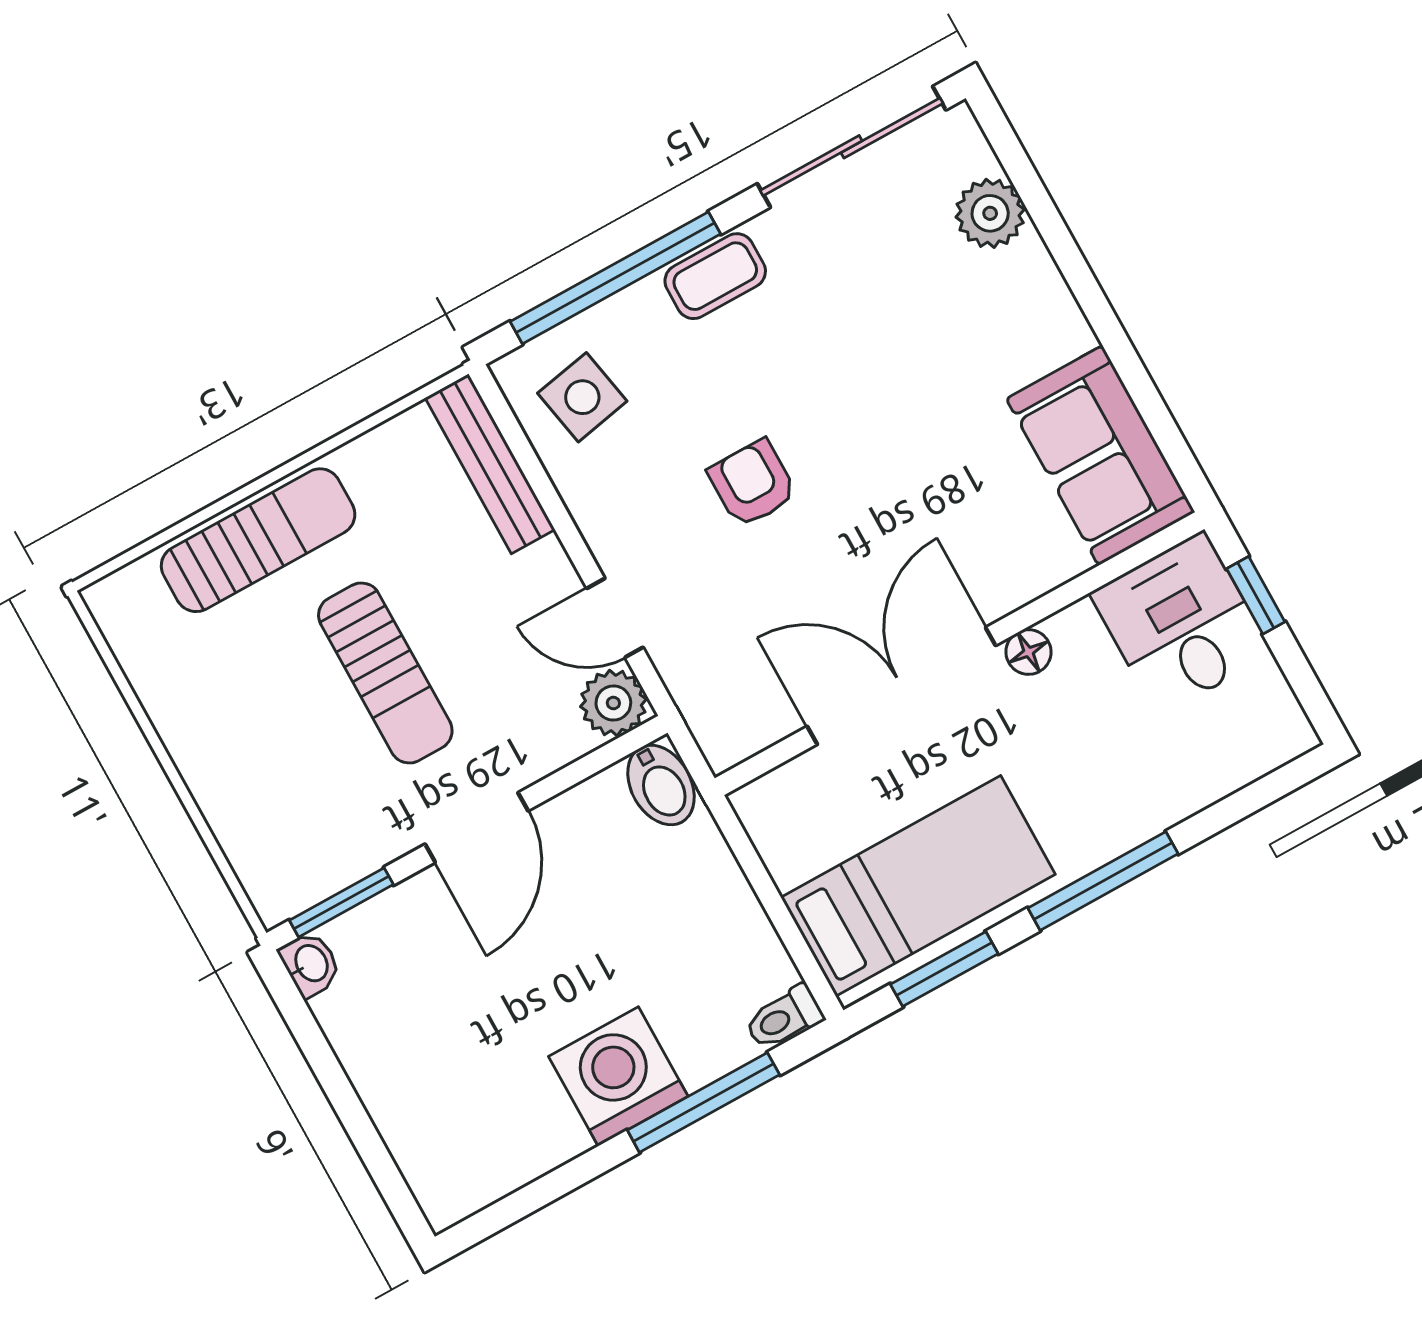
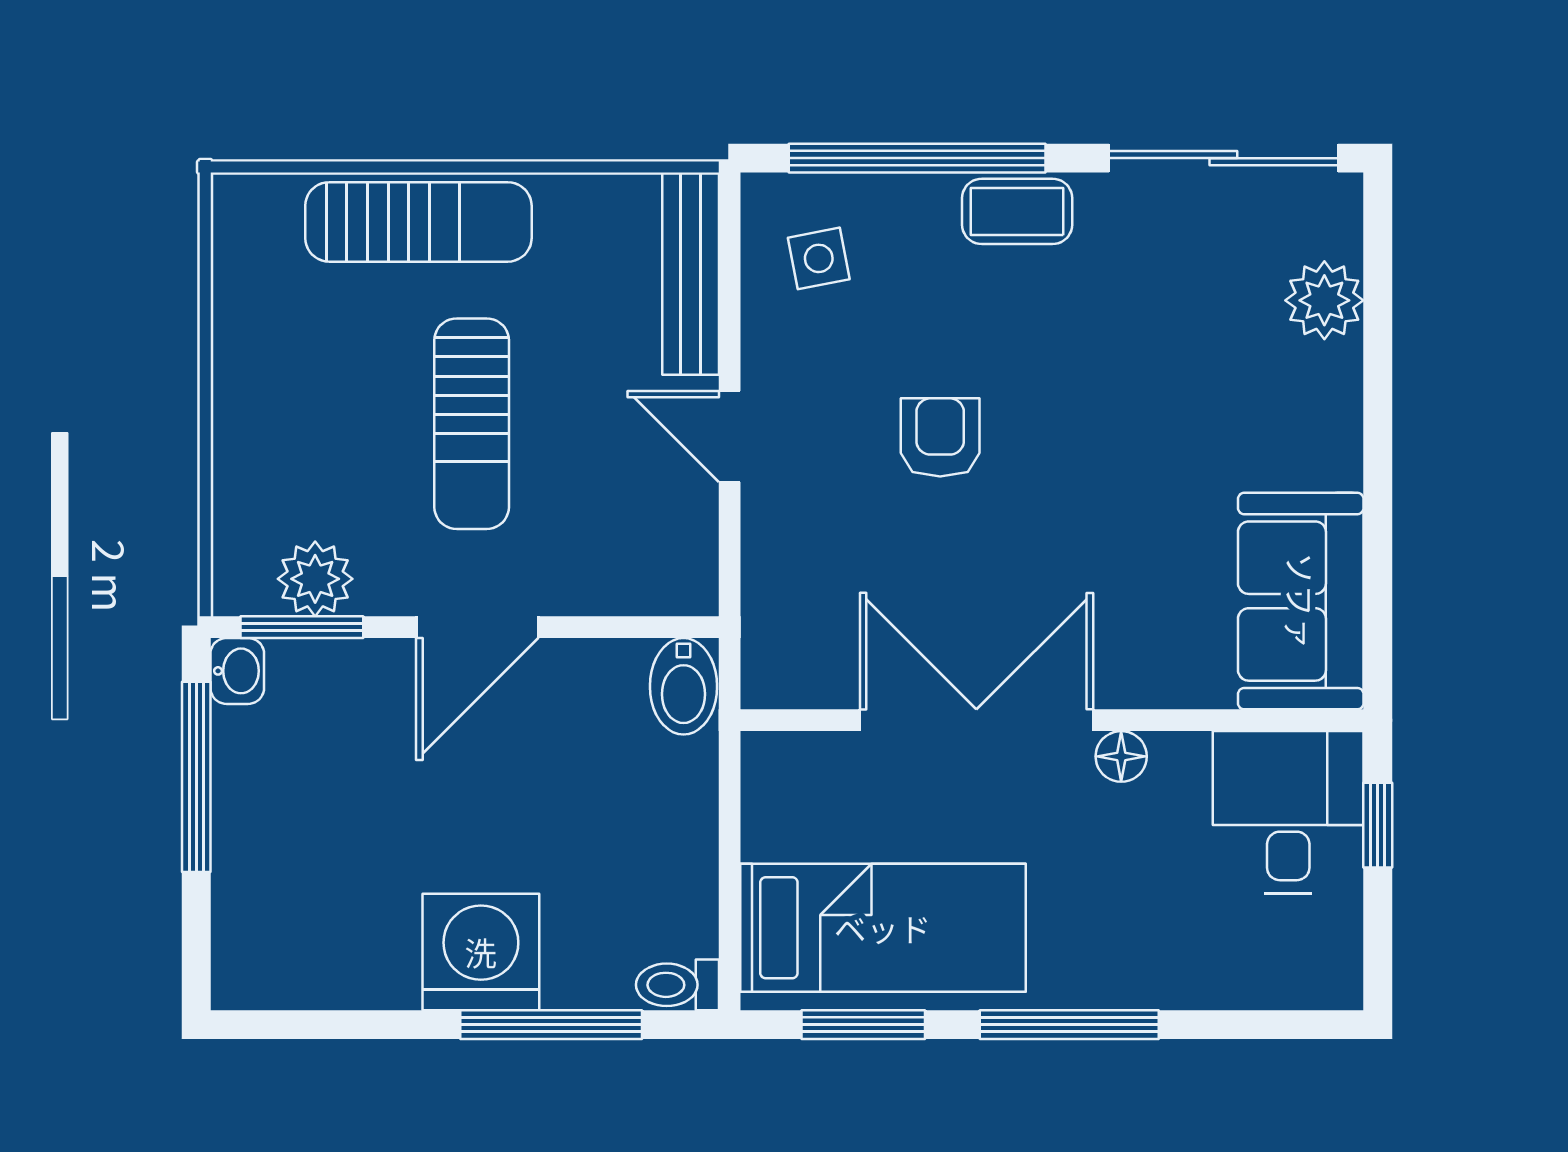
side table: (582, 397) -> (819, 258), width x0.73, depth x0.73
door: (615, 618) -> (730, 437), moved
plant: (613, 703) -> (315, 579), moved
window: (324, 1063) -> (196, 777), added

